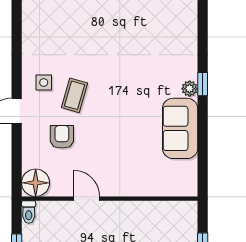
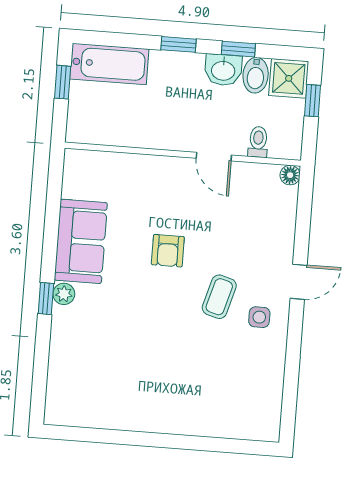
armchair: (62, 137) -> (168, 251), moved
floor lamp: (36, 183) -> (290, 175), width x0.53, depth x0.53
toilet: (29, 212) -> (258, 142), moved

